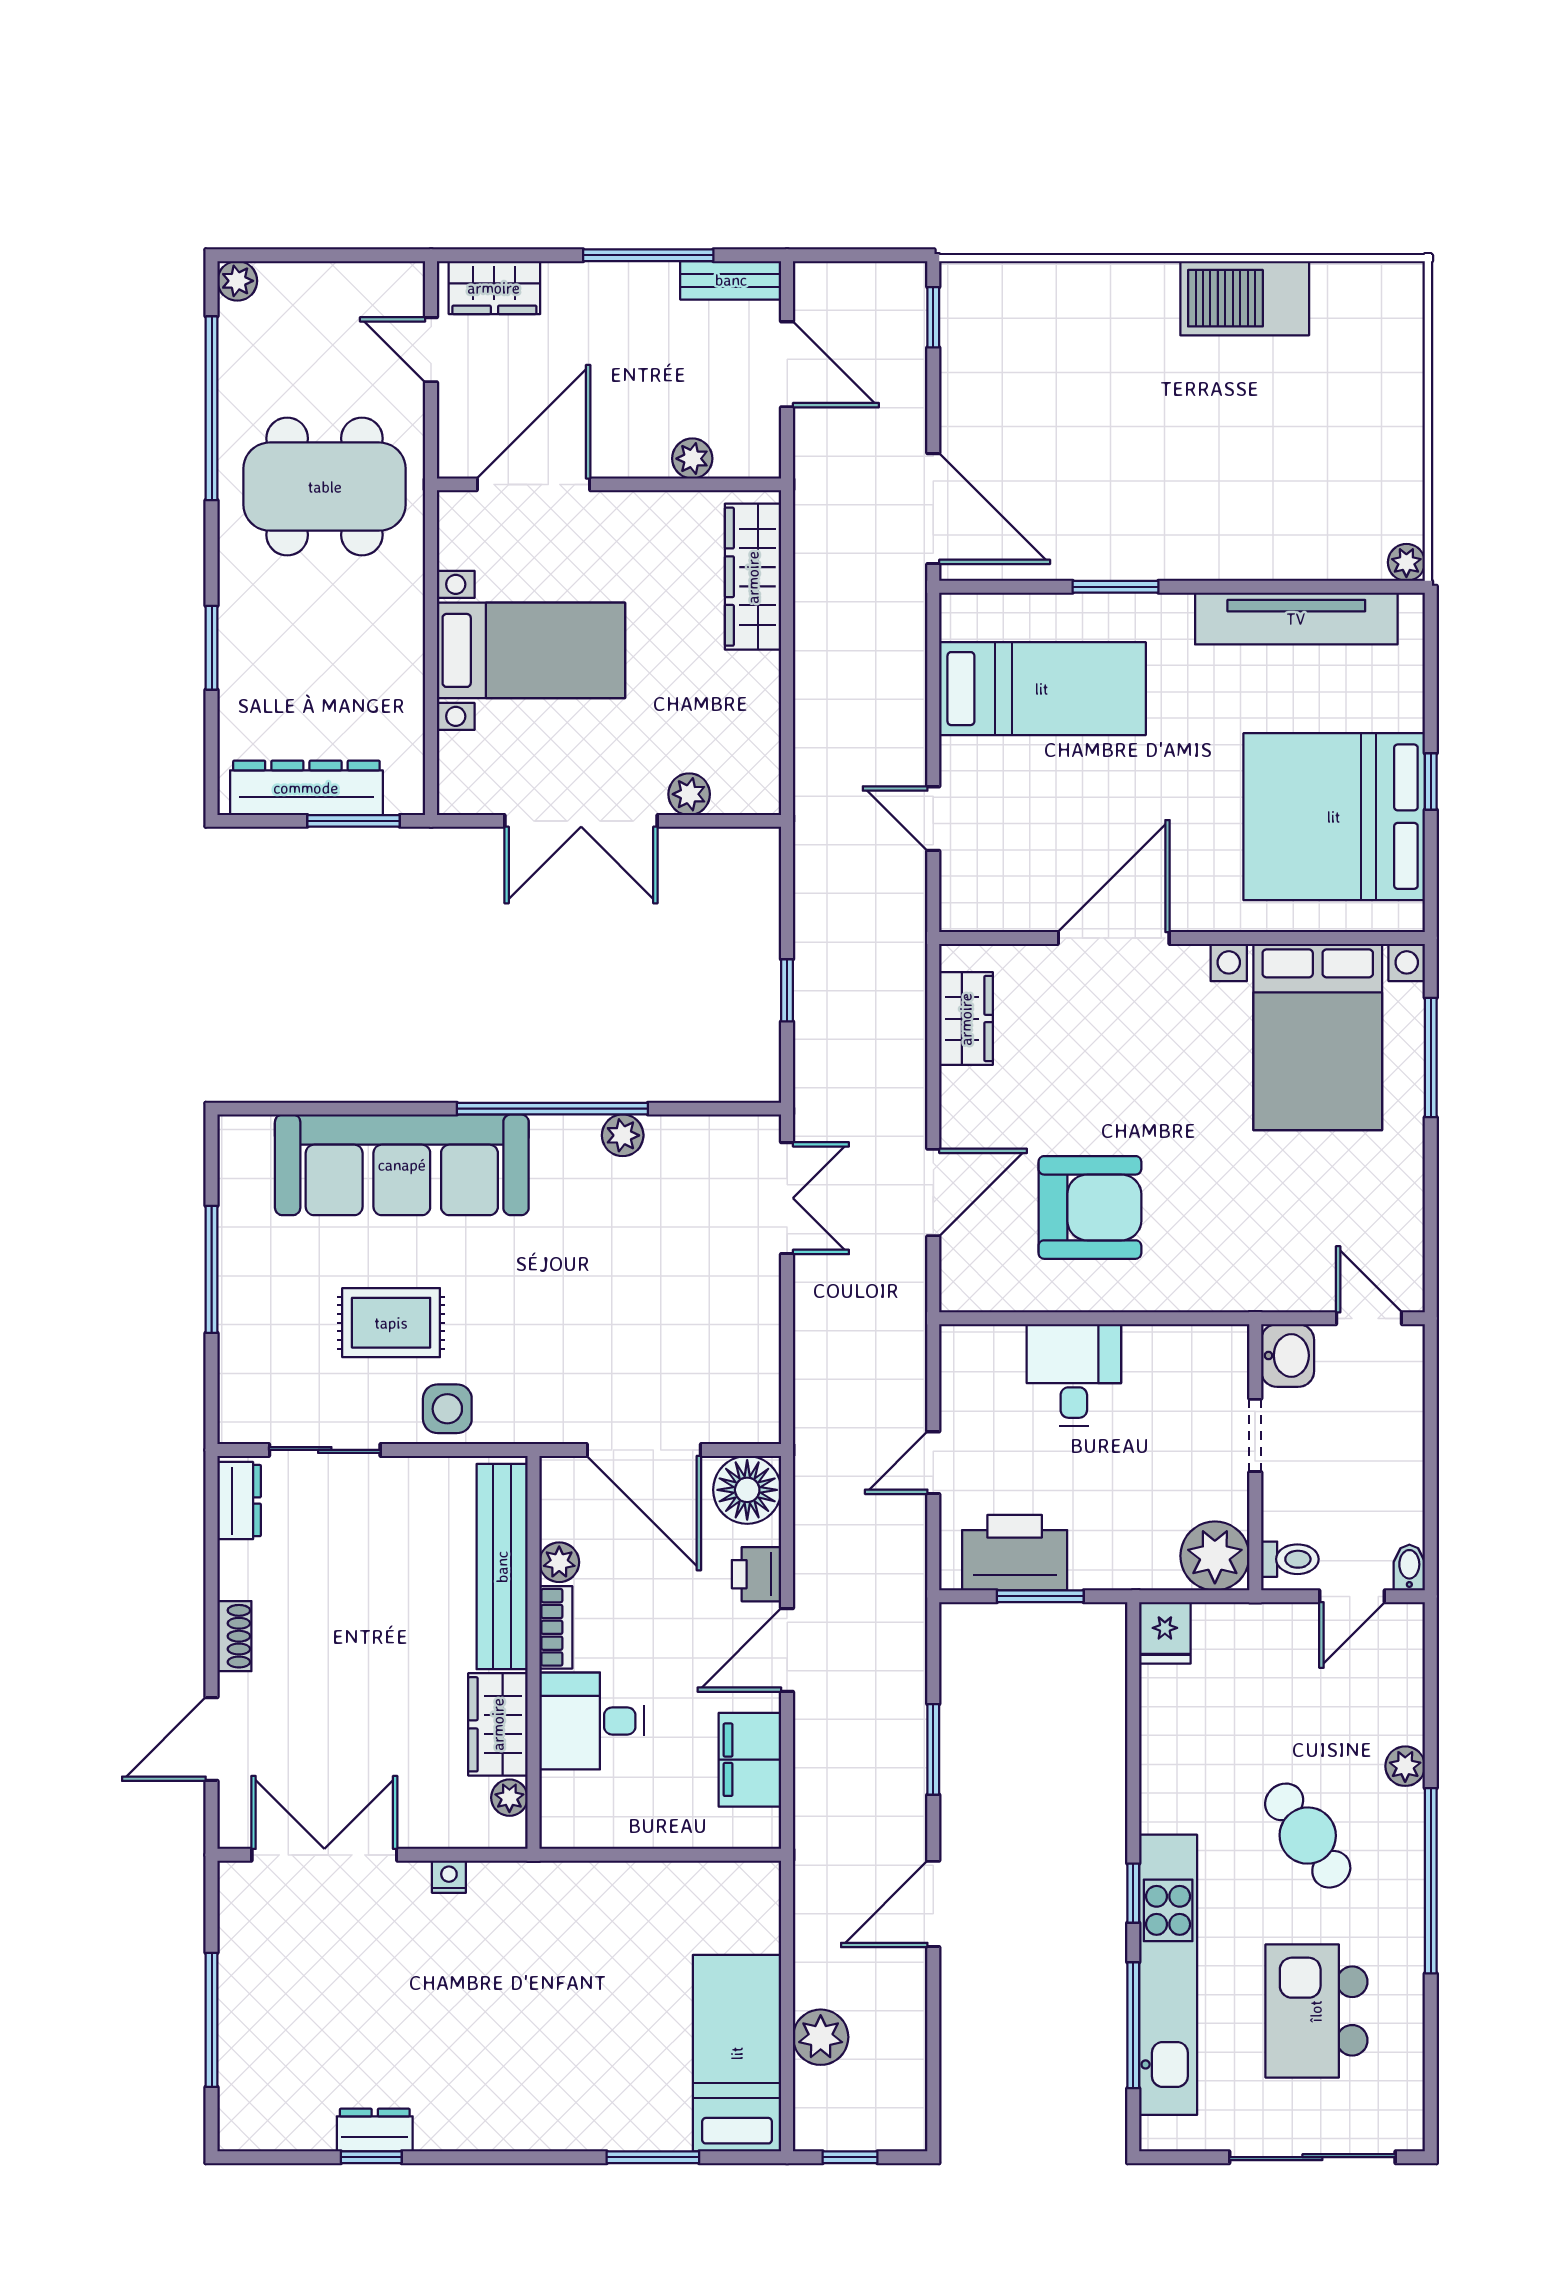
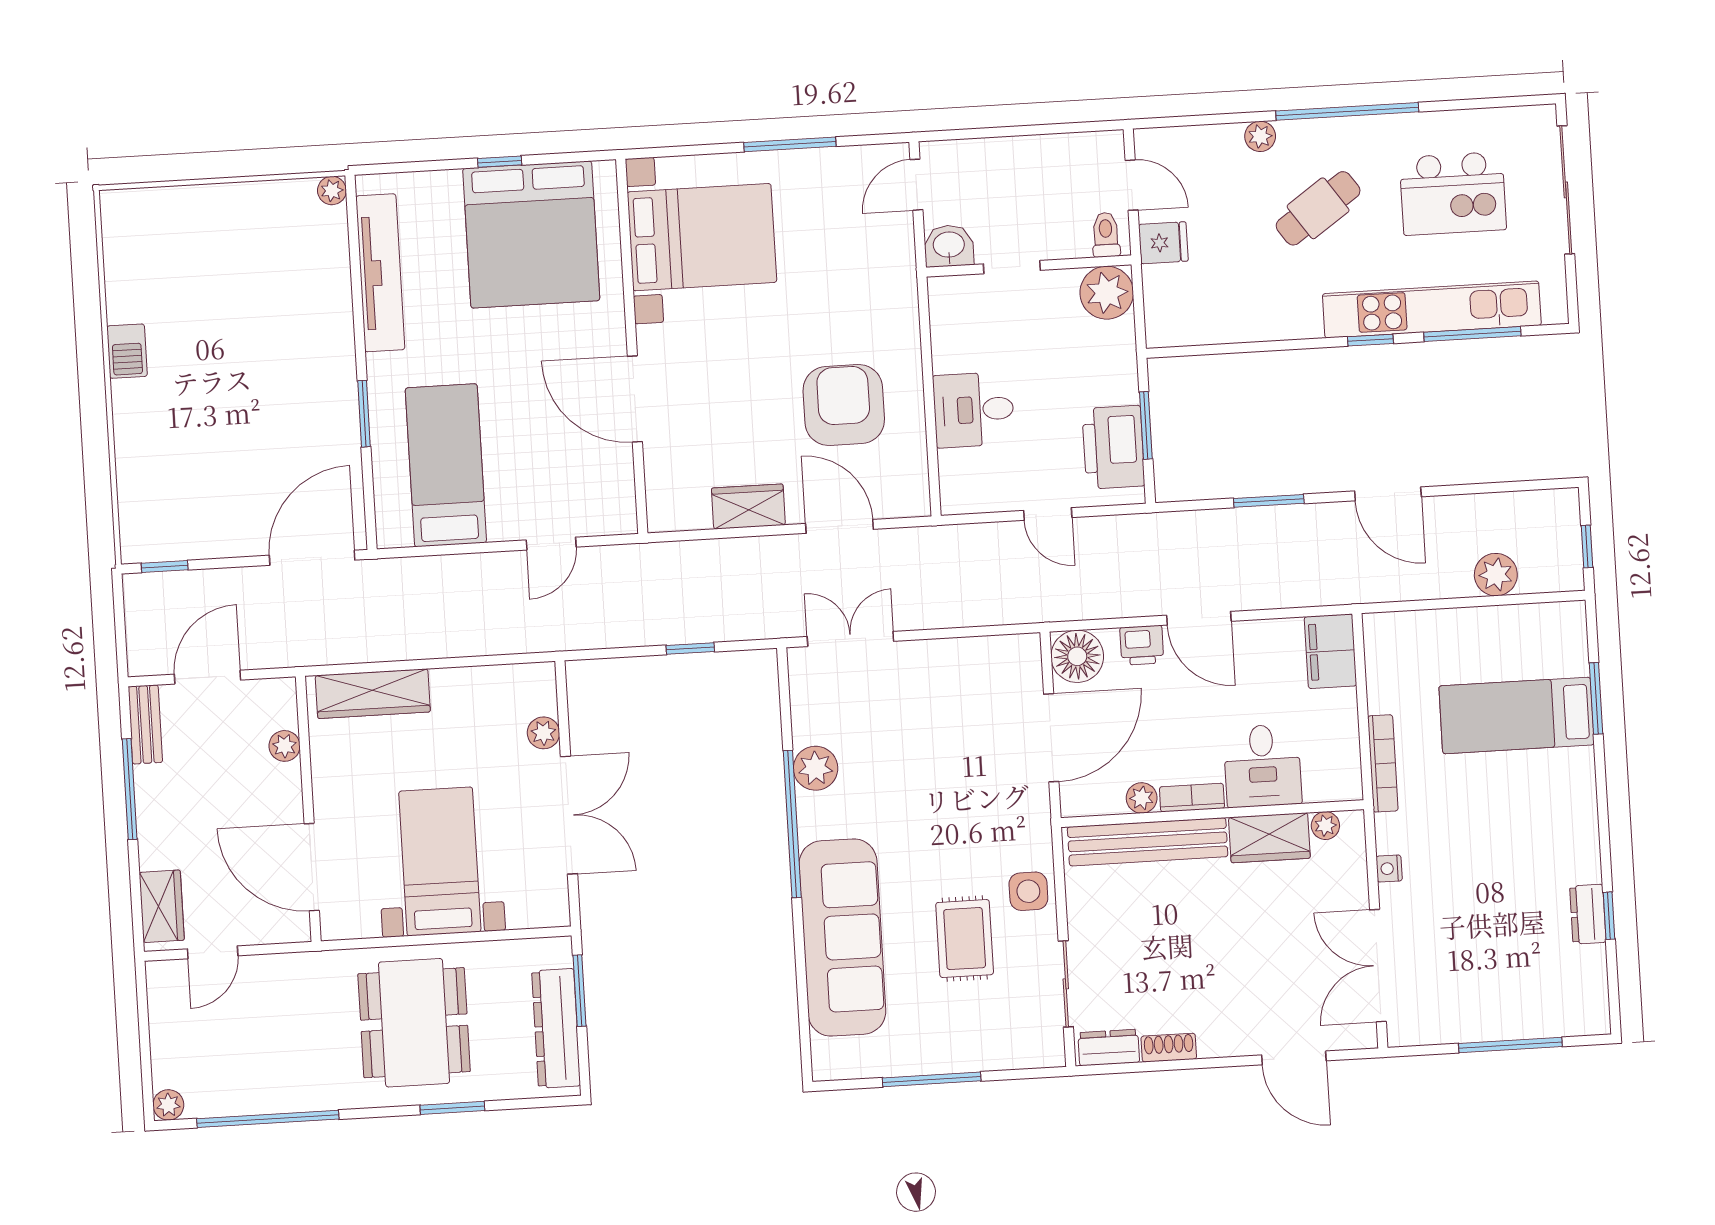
barbecue: (1245, 298) -> (127, 351), width x0.53, depth x0.65
dining table: (325, 487) -> (414, 1023), moved
wardrobe: (966, 1019) -> (748, 506), moved
window: (1431, 1058) -> (790, 144), moved
plant: (623, 1135) -> (816, 768), width x1.38, depth x1.38
bidet: (1409, 1567) -> (1107, 142), removed
fridge: (1165, 1633) -> (1163, 243), moved
shoe rack: (234, 1636) -> (1169, 1048), moved
filing cabinet: (750, 1760) -> (1331, 651), moved, turned 90
bookcase: (585, 1877) -> (1383, 763), added
bed: (737, 2053) -> (1517, 715), moved

